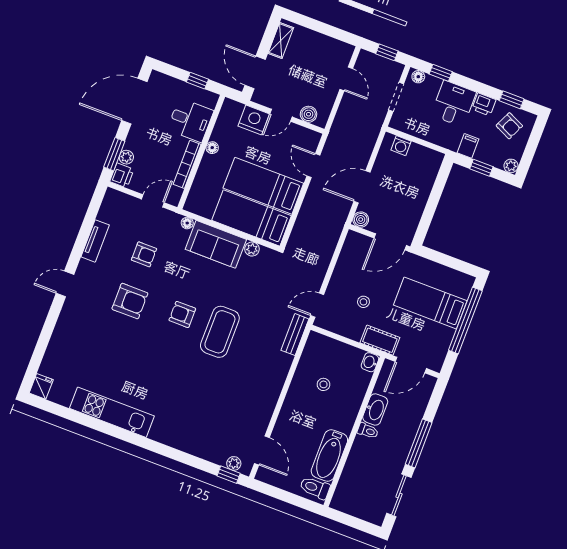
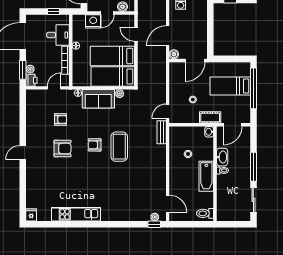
tv unit: (95, 241) -> (30, 122), removed
bathtub: (329, 456) -> (206, 176), moved

